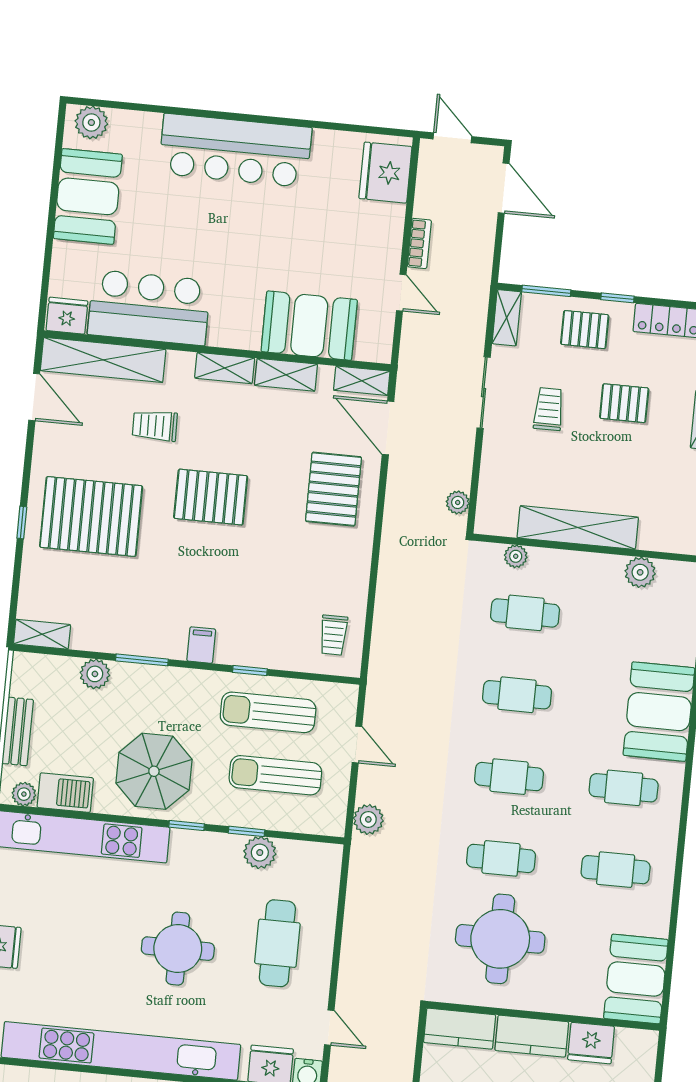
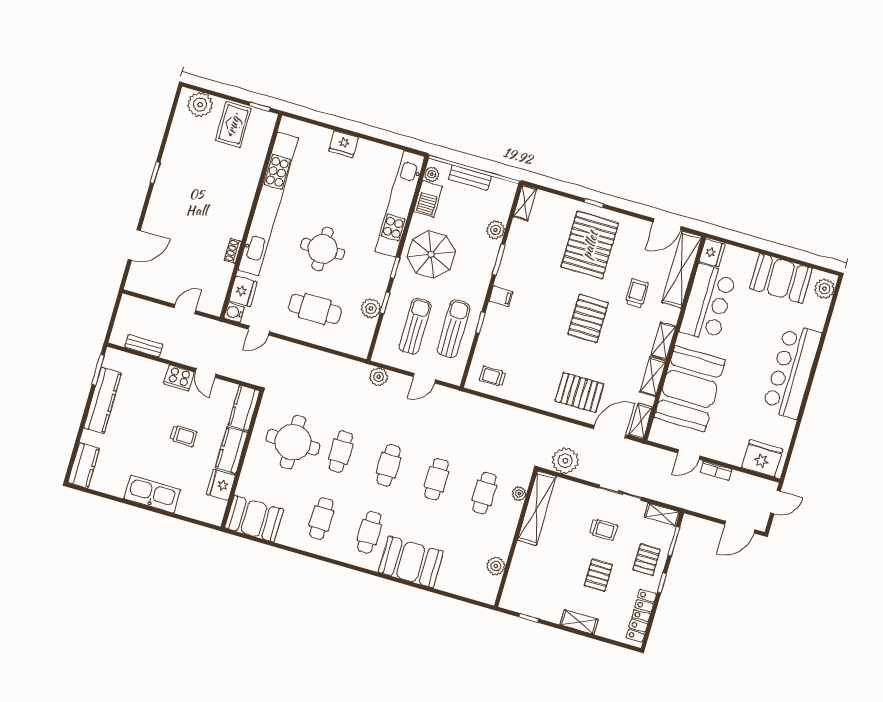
booth: (309, 326) -> (690, 389), width x1.36, depth x1.42
plant: (458, 502) -> (565, 461), width x1.88, depth x1.88
shelving: (578, 528) -> (537, 508), moved

